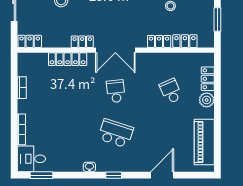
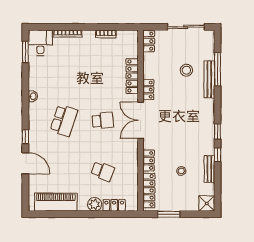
locker: (185, 41) -> (149, 190), width x1.53
school desk: (171, 91) -> (103, 171), turned 45
window: (114, 175) -> (25, 137), moved

